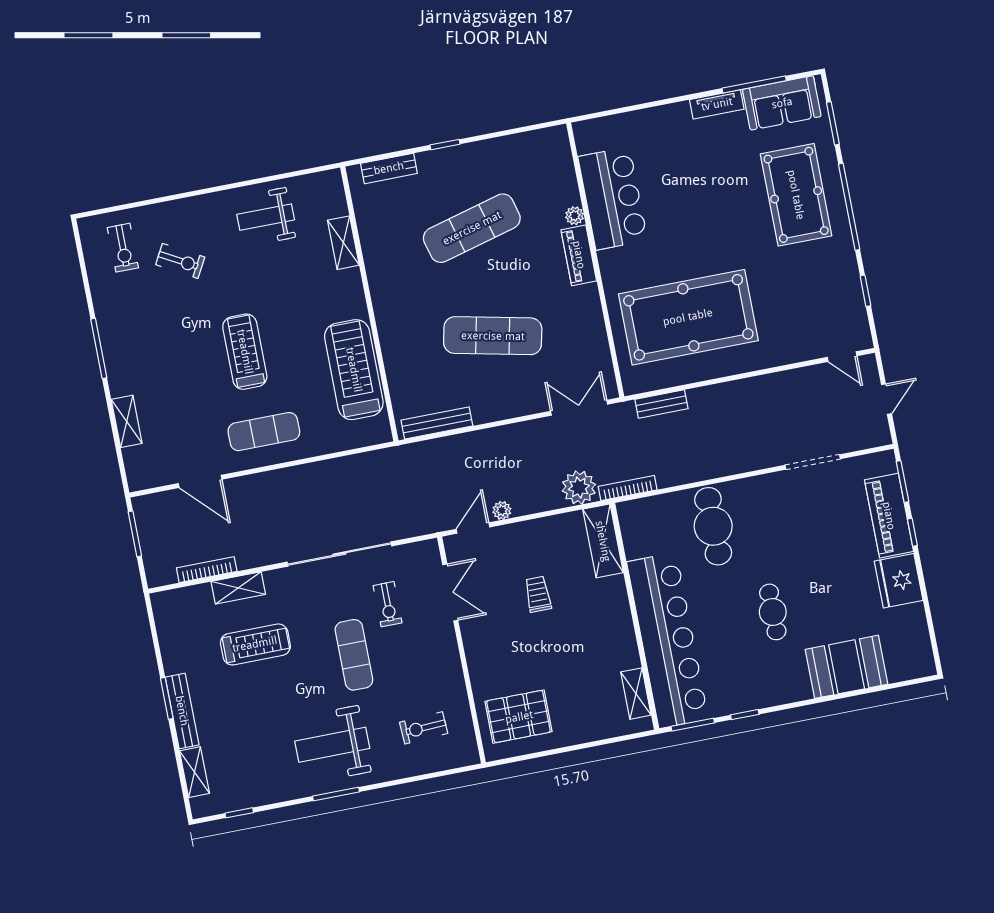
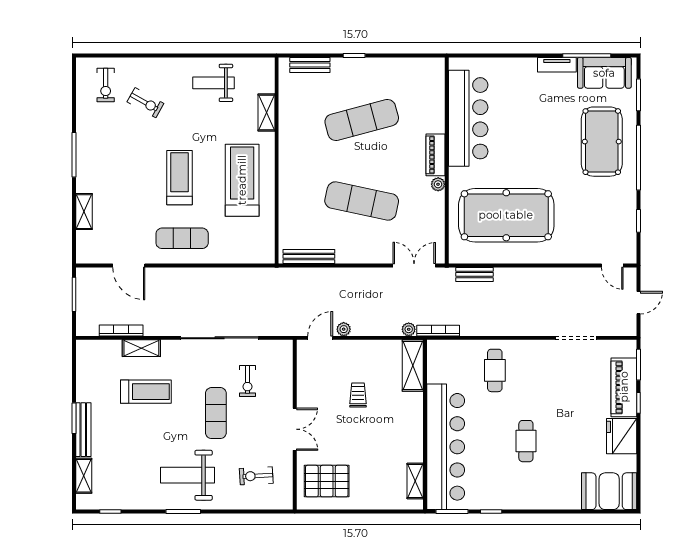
bar counter: (613, 198) -> (468, 118), width x1.36
plant: (575, 216) -> (438, 184), moved
treadmill: (354, 370) -> (242, 180), moved
plant: (579, 488) -> (409, 329), width x0.53, depth x0.53
cafe table: (713, 526) -> (495, 370), width x0.73, depth x0.74
double door: (450, 593) -> (295, 429), moved
booth: (847, 667) -> (609, 491), moved

